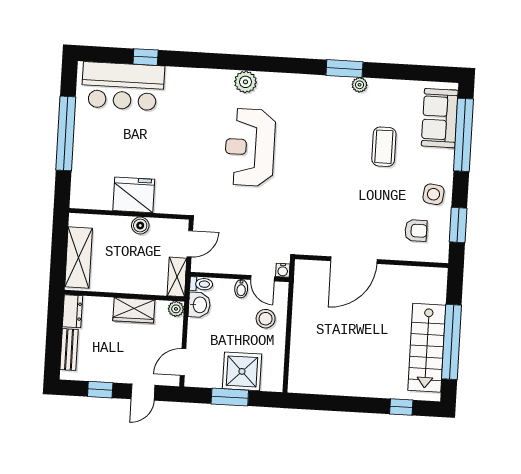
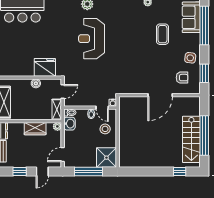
fridge: (134, 195) -> (45, 67), moved
door: (354, 260) -> (160, 95), moved
shower: (242, 371) -> (106, 158), moved
window: (230, 397) -> (89, 172), width x1.44

